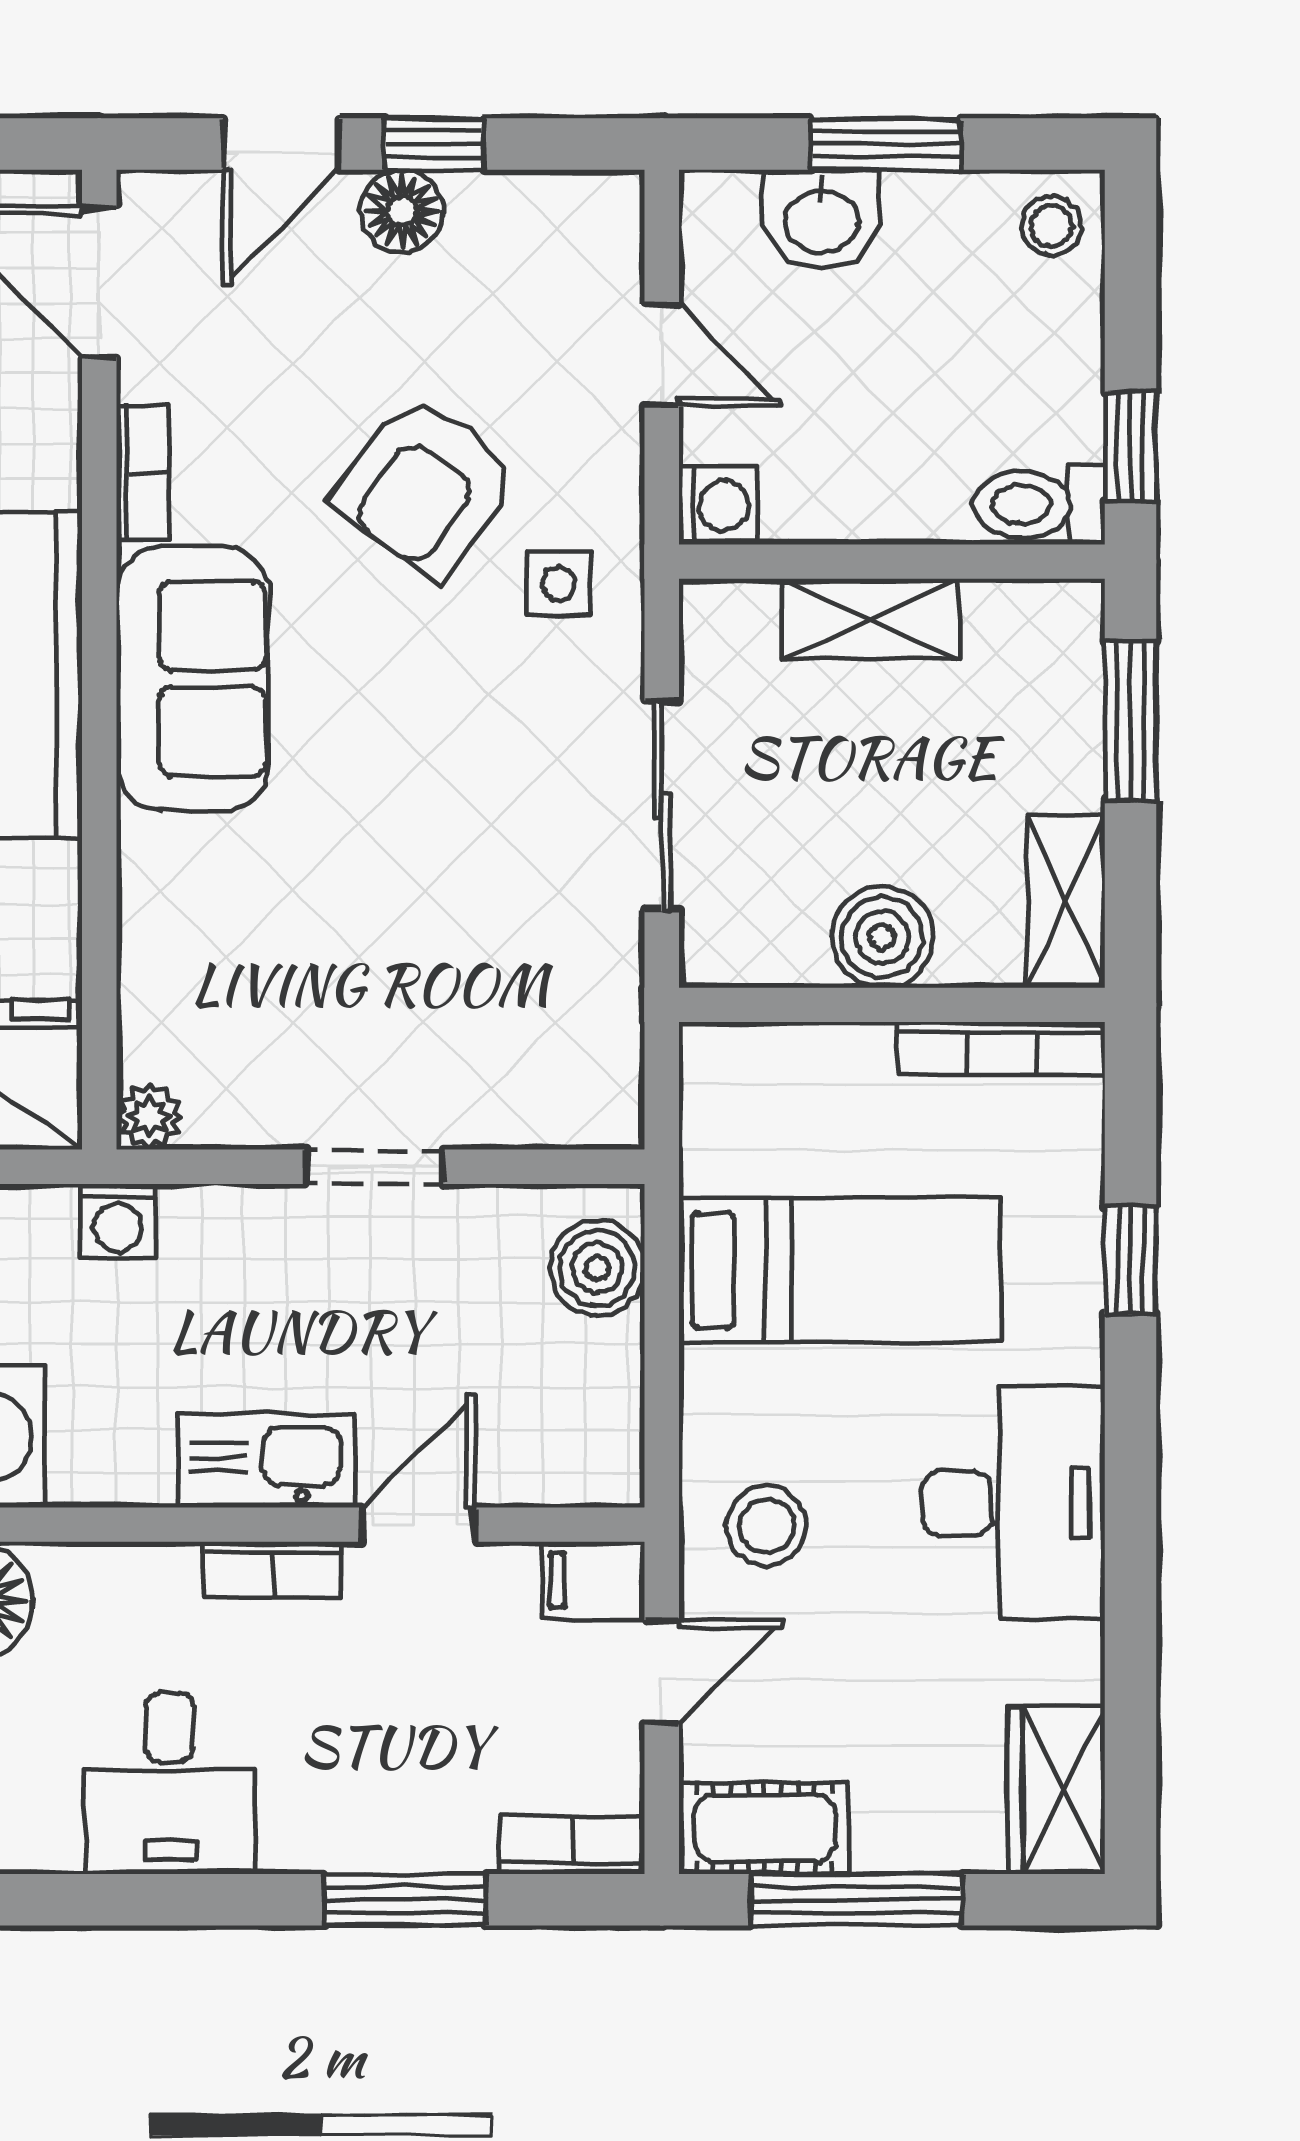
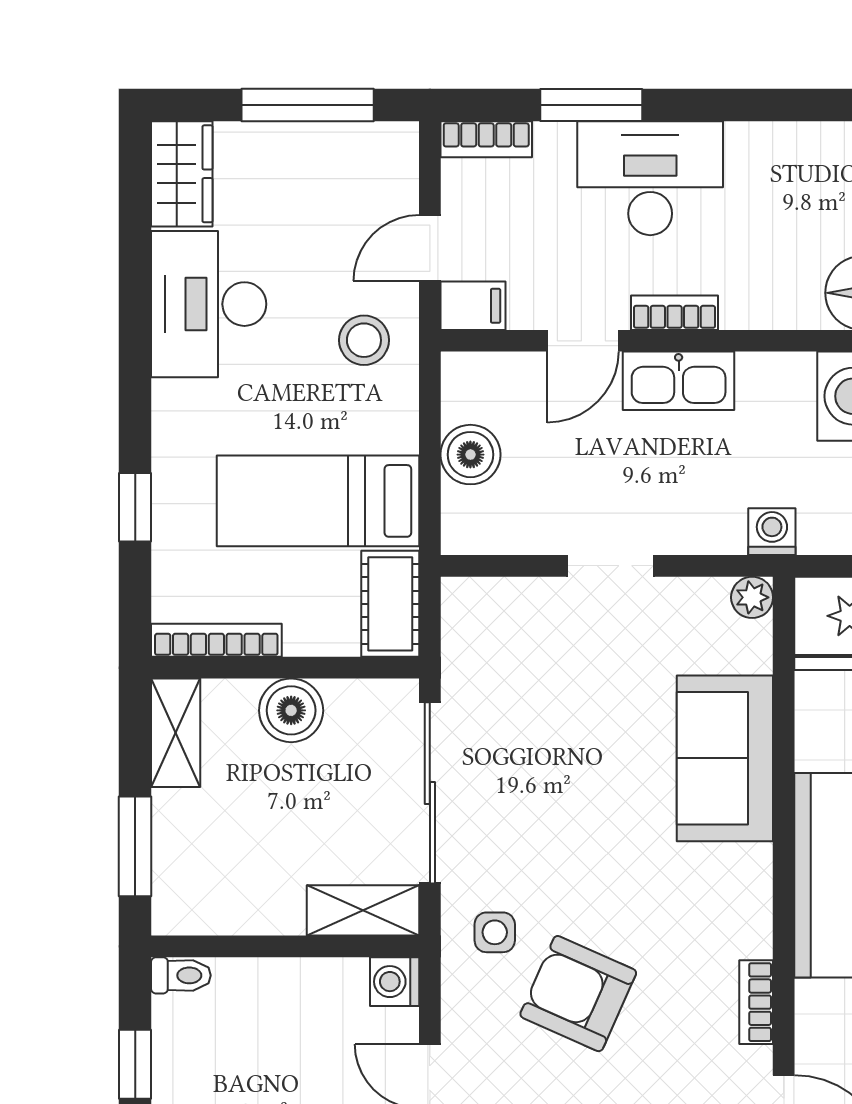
window: (1130, 446) -> (135, 1064), moved
armchair: (426, 487) -> (578, 994), turned -102
toilet: (1039, 505) -> (181, 975), width x0.73, depth x0.72
shelving: (870, 619) -> (363, 910), moved
sofa: (193, 679) -> (725, 758), moved
sliding door: (662, 806) -> (430, 793), width x1.37
boiler: (597, 1268) -> (470, 455), moved
desk: (1013, 1503) -> (209, 304), moved
desk: (170, 1783) -> (650, 178), moved, width x1.37
cot: (765, 1828) -> (390, 604), moved, turned 90

